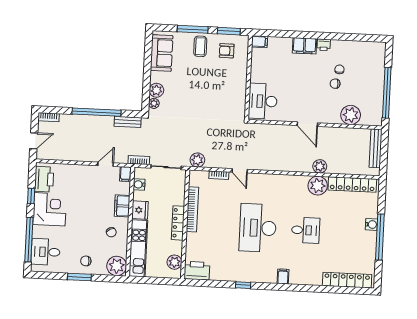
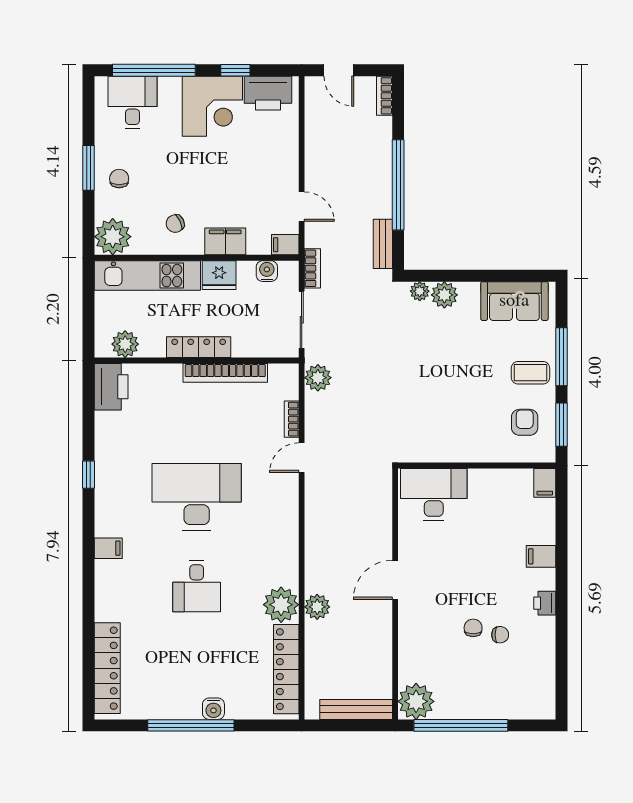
filing cabinet: (304, 46) -> (541, 556), width x0.50
plant: (351, 115) -> (416, 701), moved

